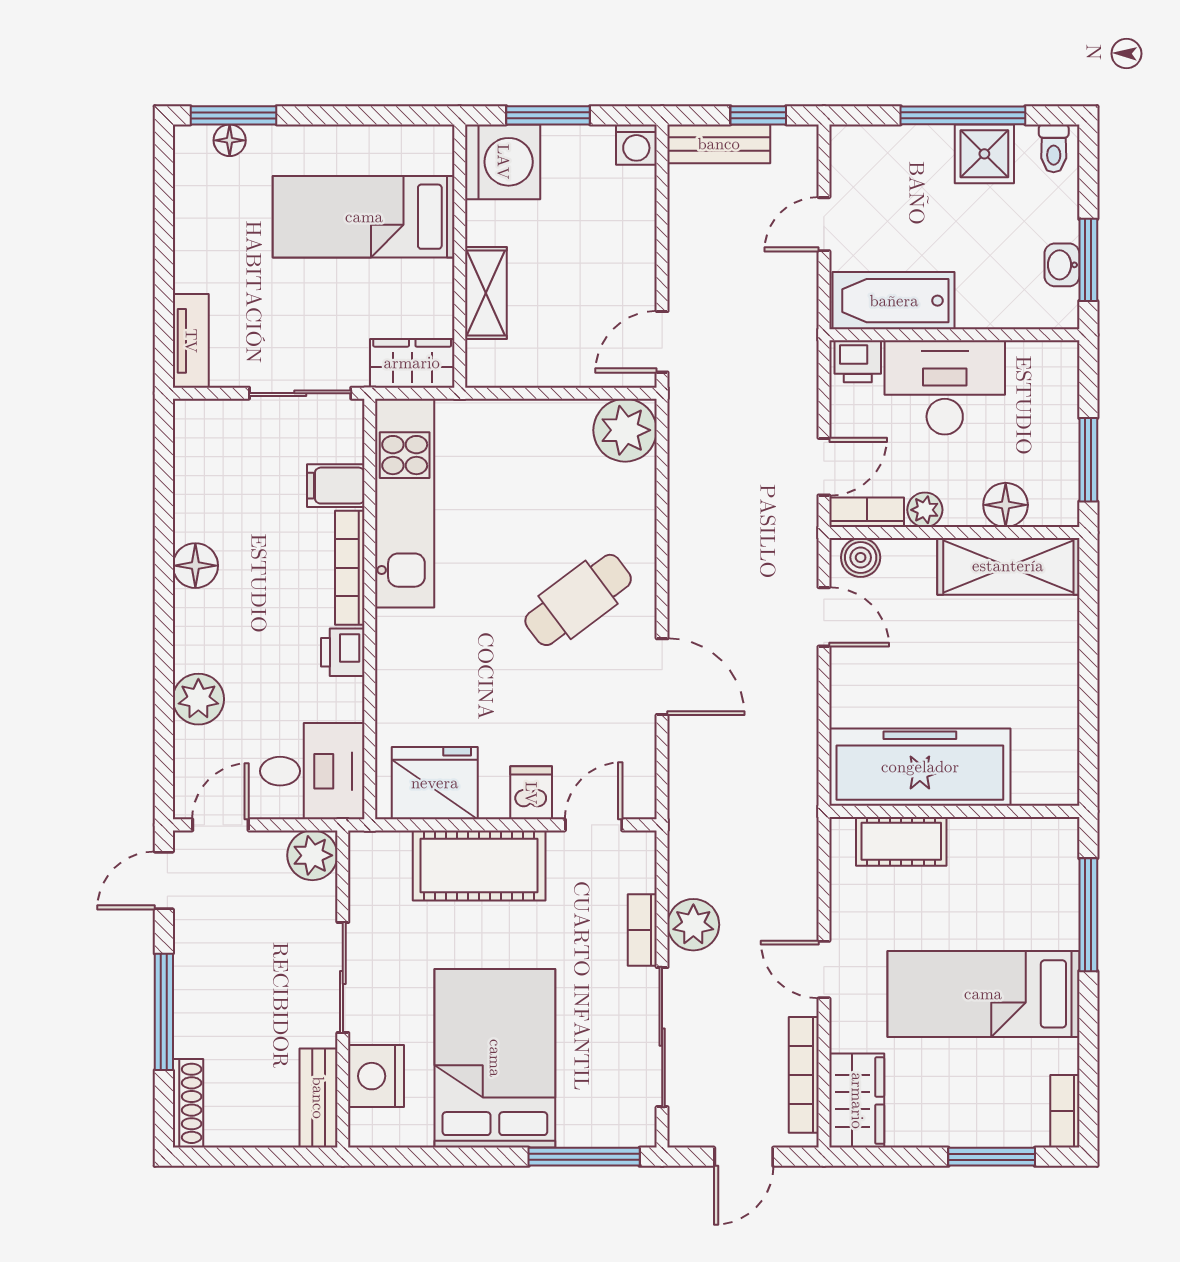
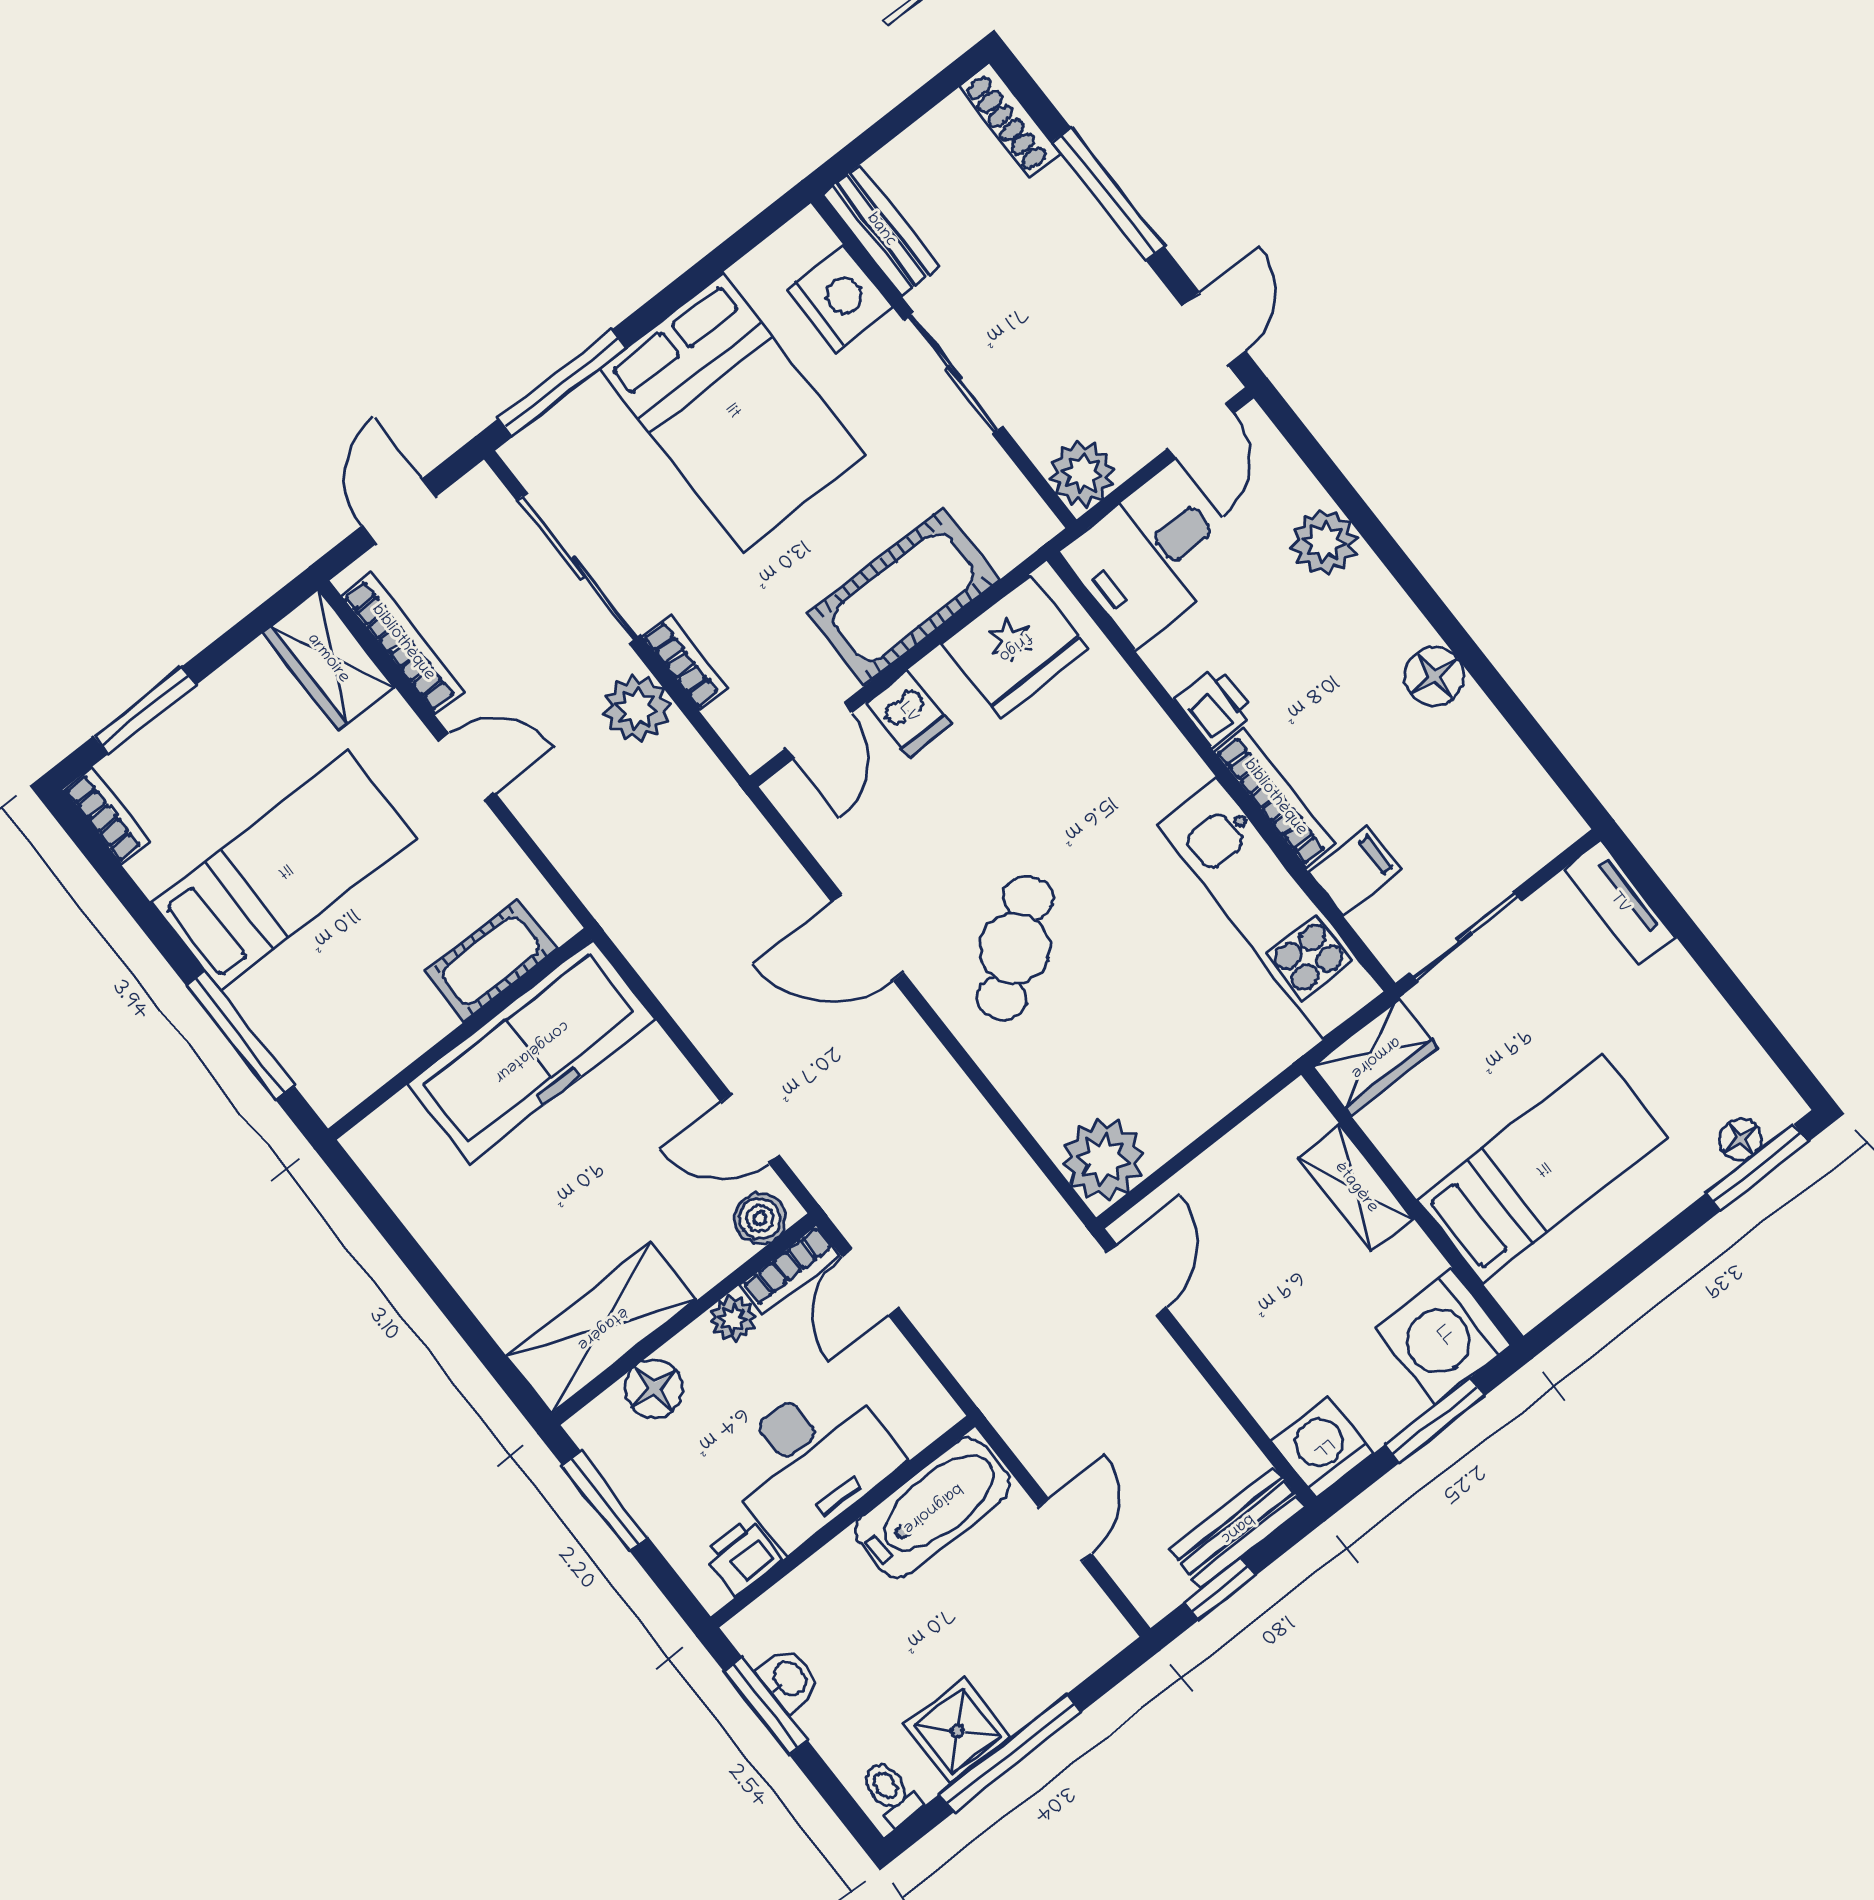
washing machine: (636, 145) -> (1323, 1447), width x1.38, depth x1.38
printer: (858, 361) -> (742, 1557), moved

